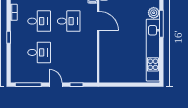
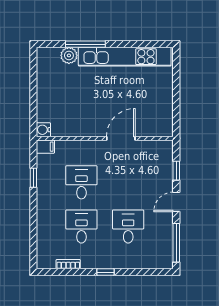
door: (98, 21) -> (121, 138), moved

